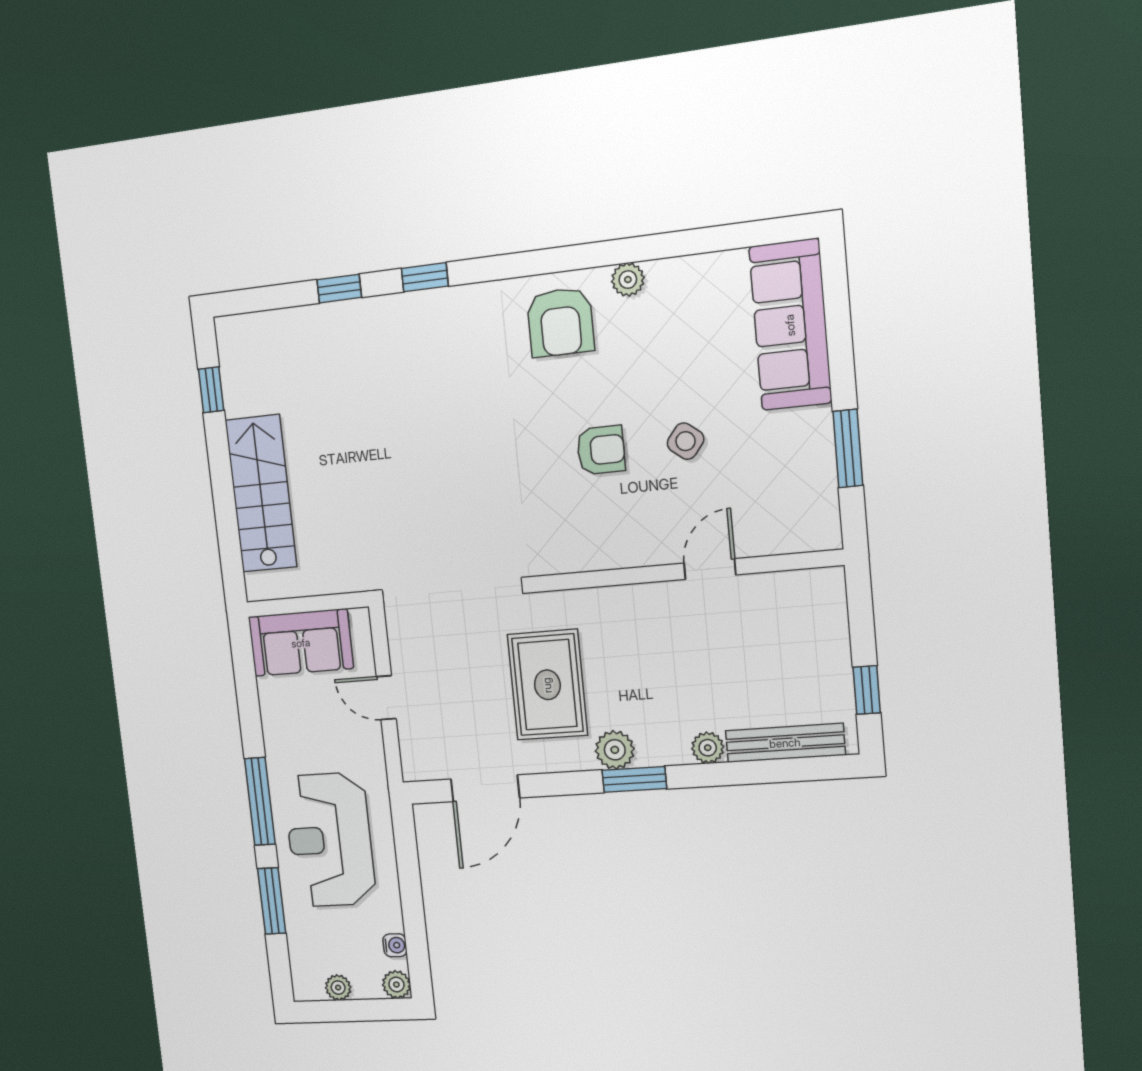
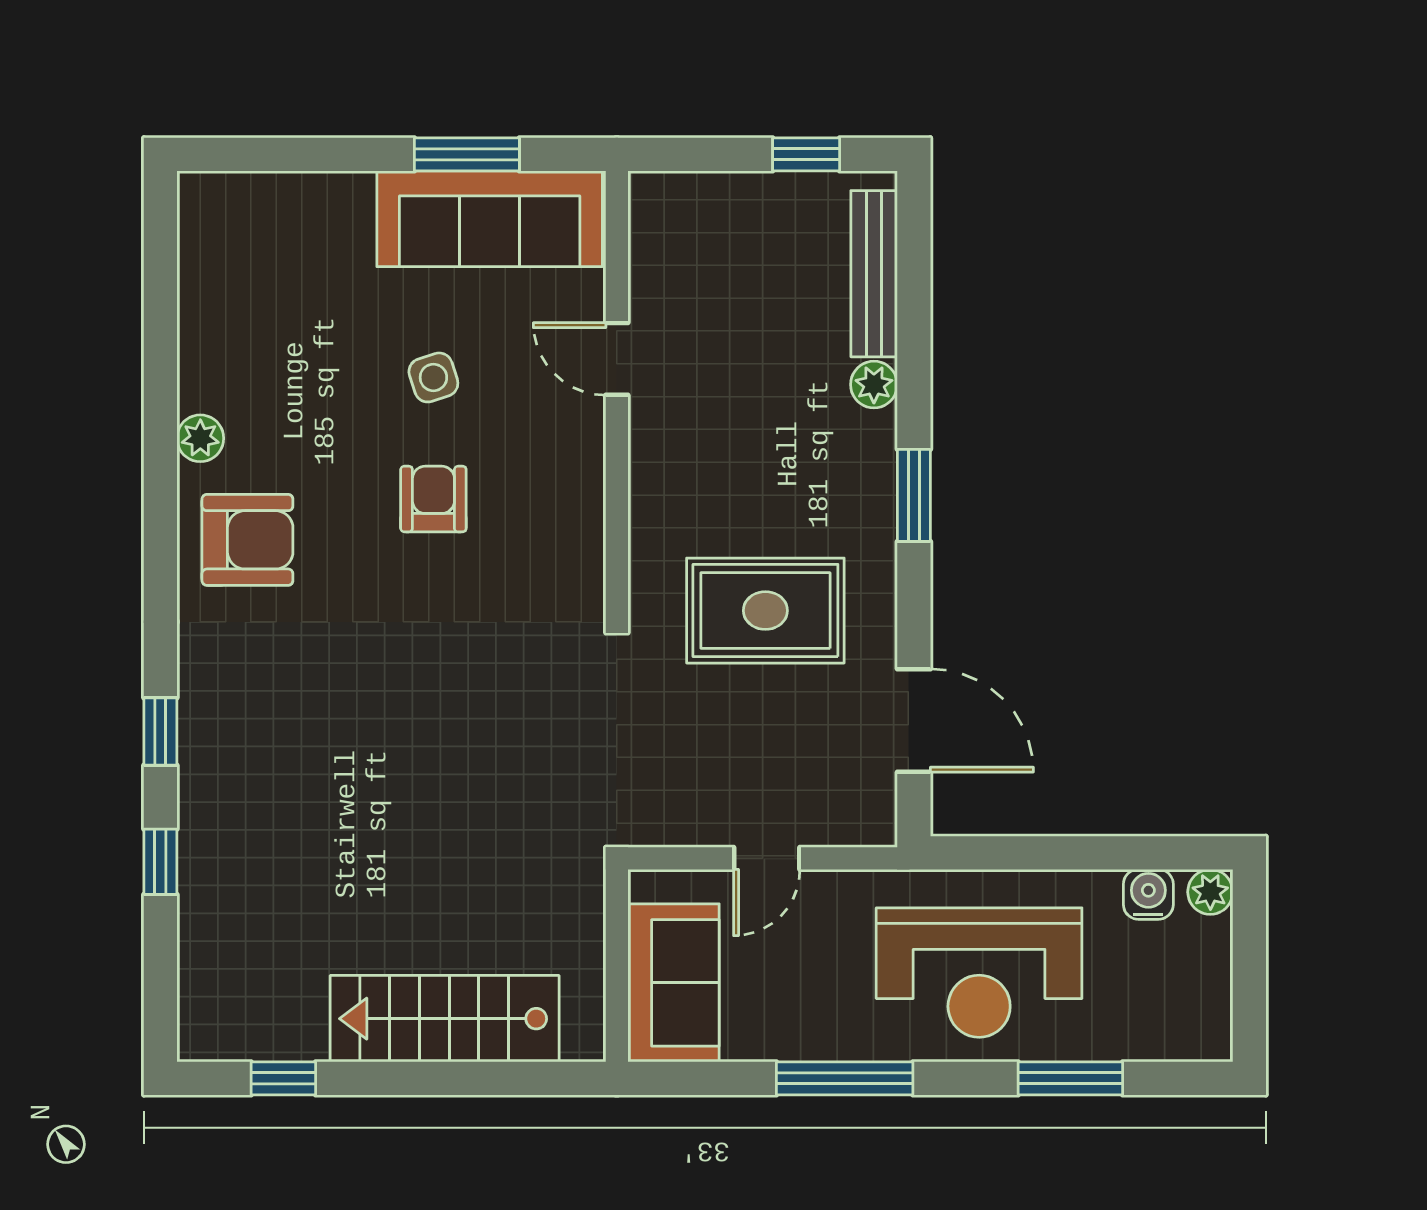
sofa: (790, 325) -> (490, 219), moved
side table: (686, 441) -> (433, 377), turned 34
plant: (615, 750) -> (868, 520), removed
window: (260, 801) -> (845, 1078), moved
water cooler: (395, 945) -> (1148, 894), width x1.38, depth x1.38
plant: (338, 988) -> (1212, 986), removed

